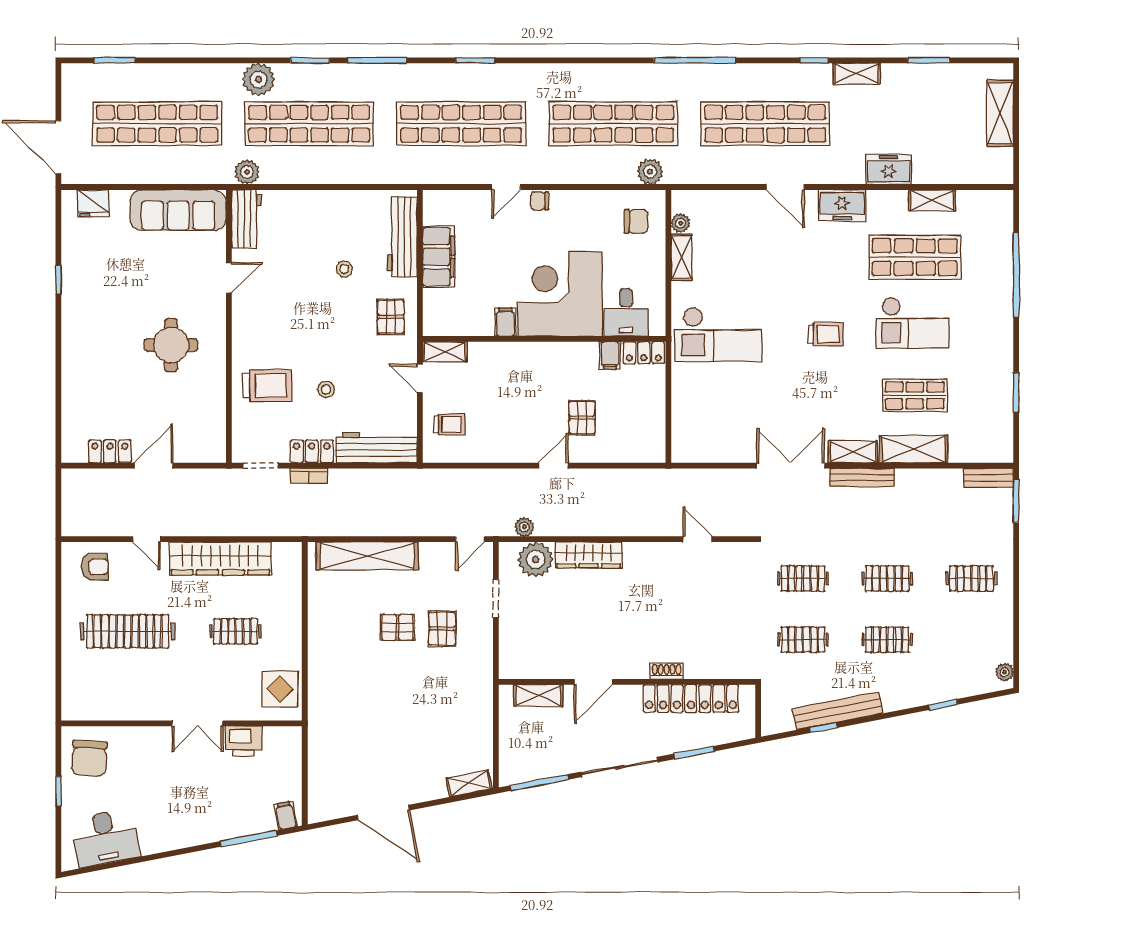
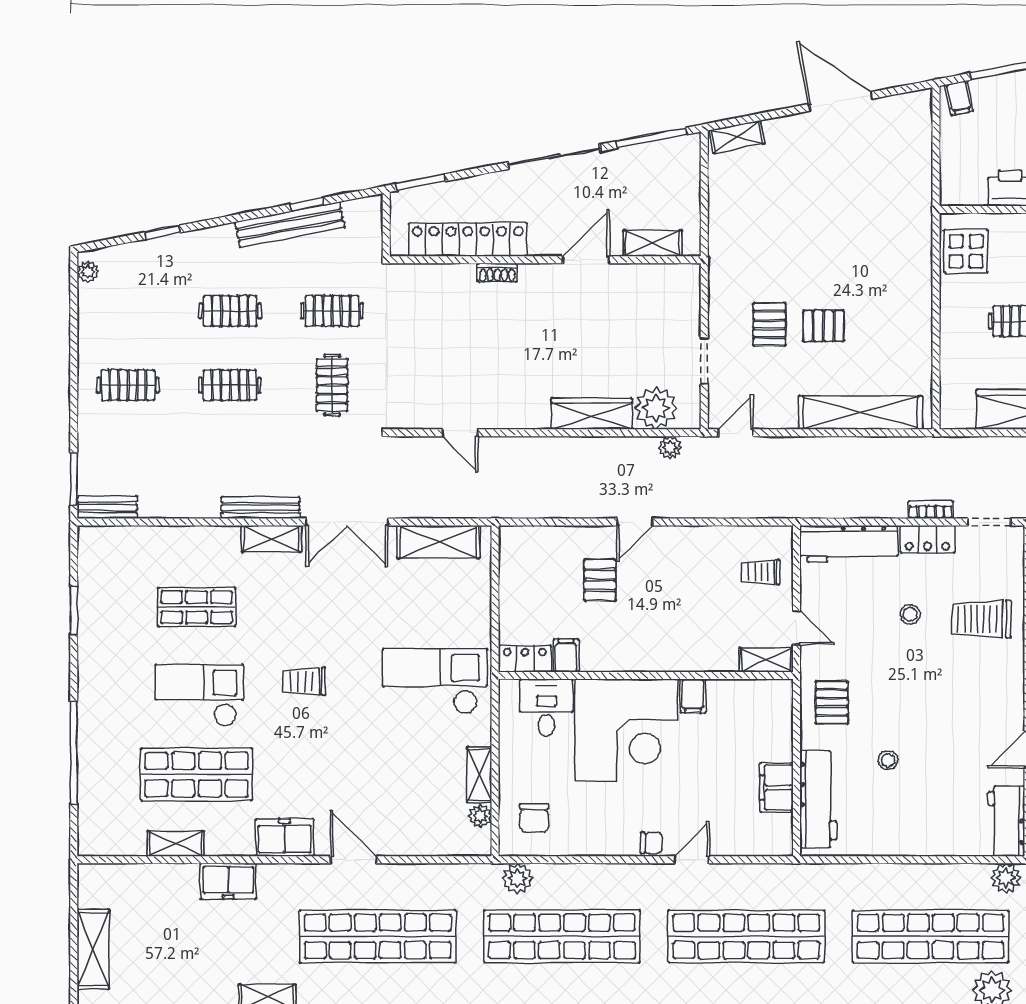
chair: (636, 221) -> (534, 818), turned -90
filing cabinet: (439, 257) -> (777, 788), width x0.67, depth x0.86
shelving: (914, 449) -> (438, 542), moved
clothes rail: (803, 578) -> (332, 385), turned 90
window: (694, 753) -> (421, 182), moved

